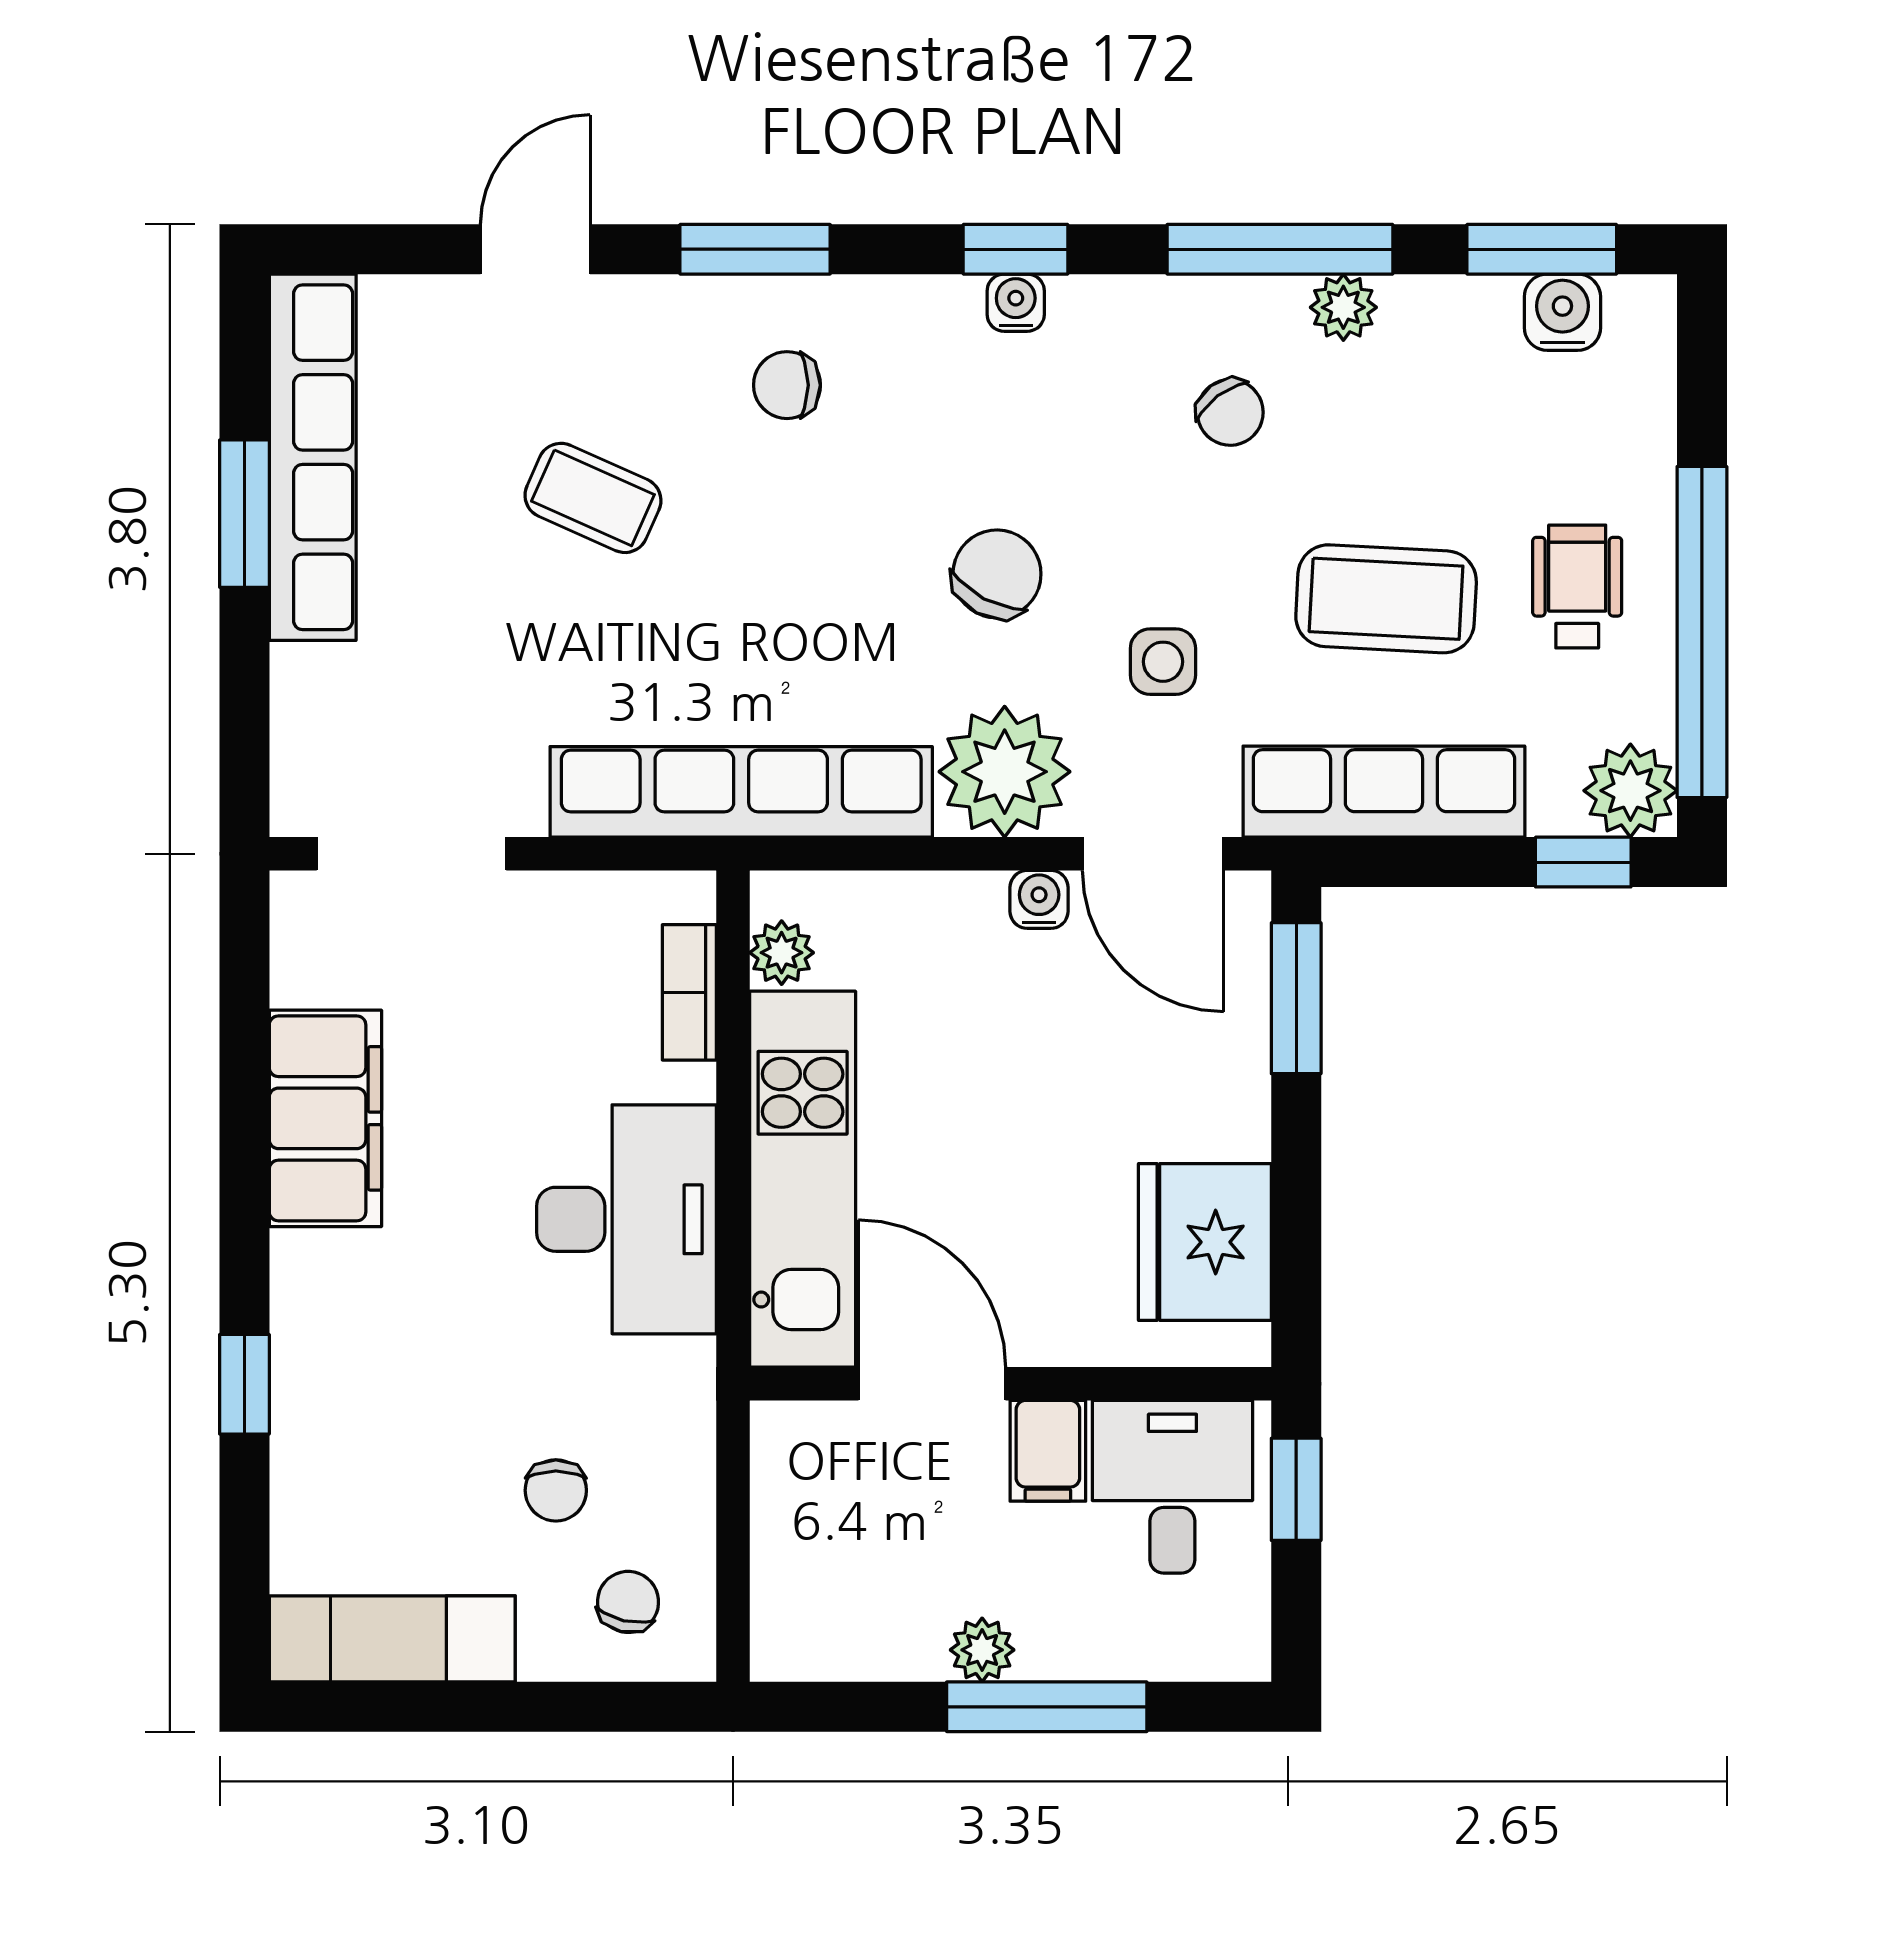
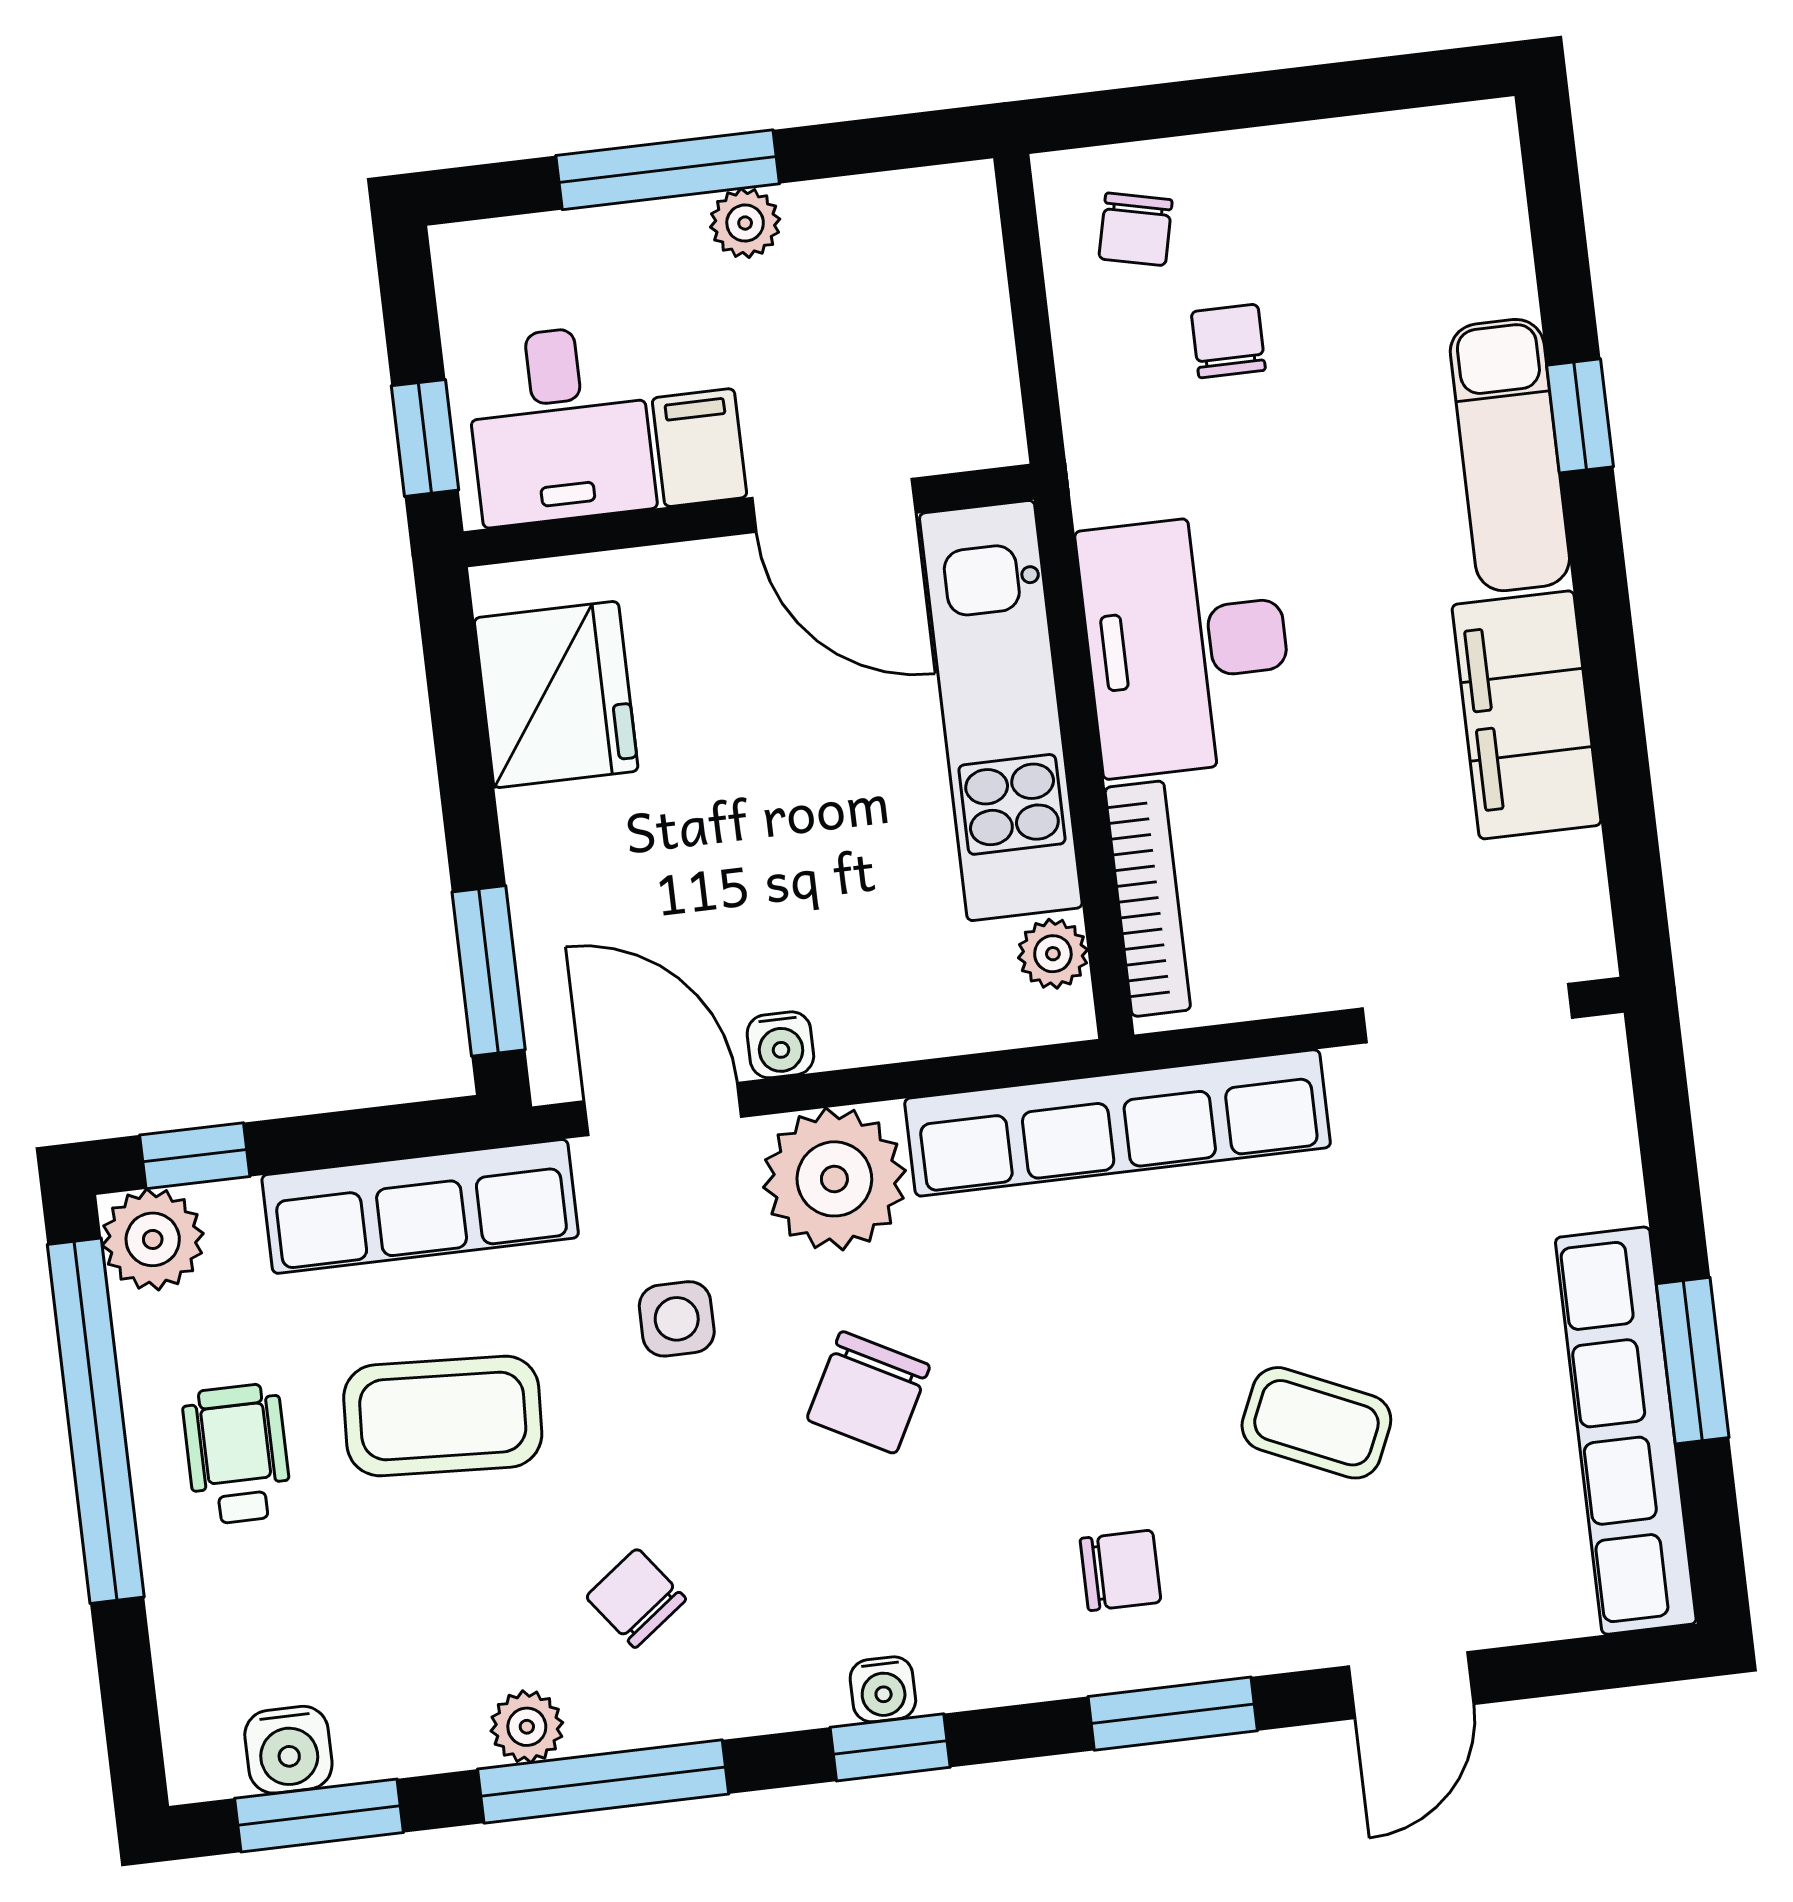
wheelchair: (1577, 587) -> (237, 1454), turned 180
bookcase: (689, 992) -> (1148, 899), width x1.56
exam couch: (392, 1639) -> (1510, 455), moved, turned 90

